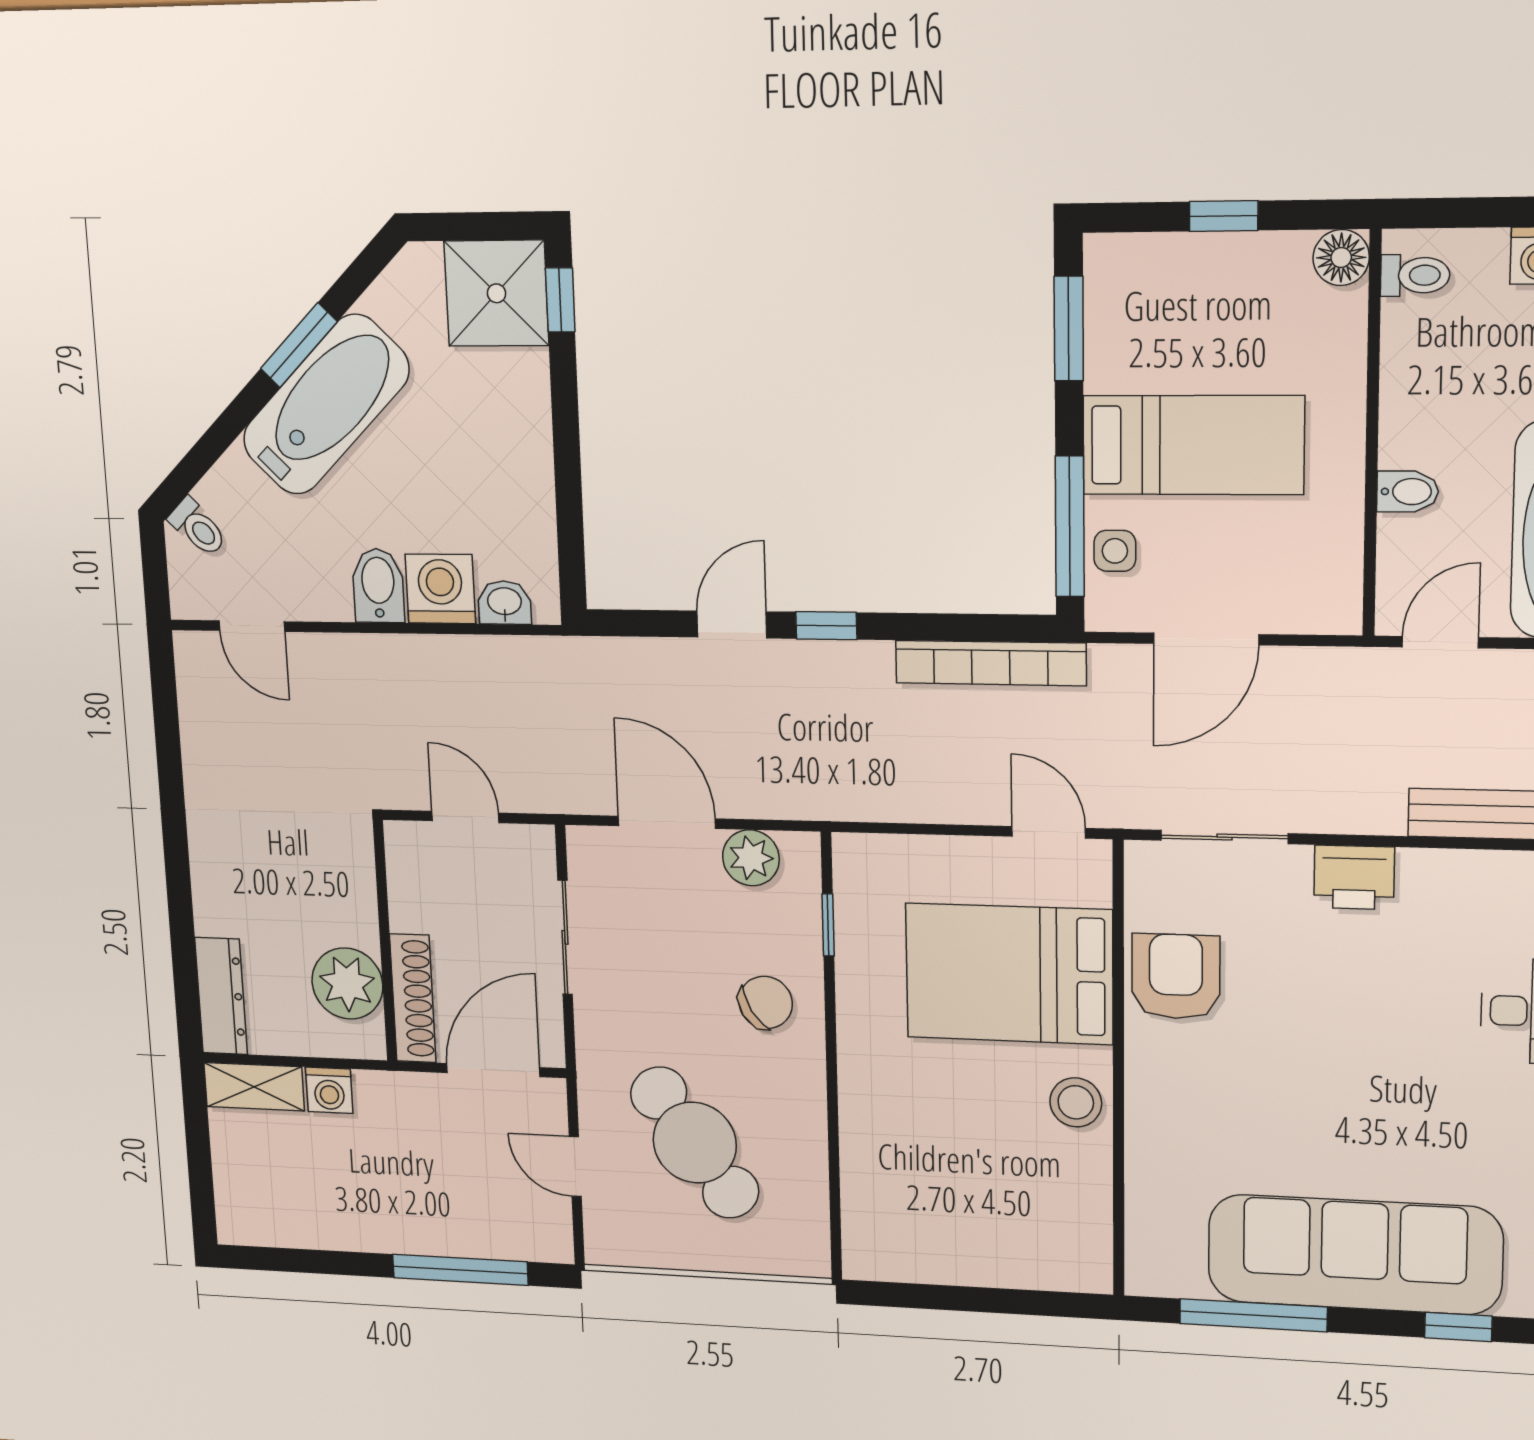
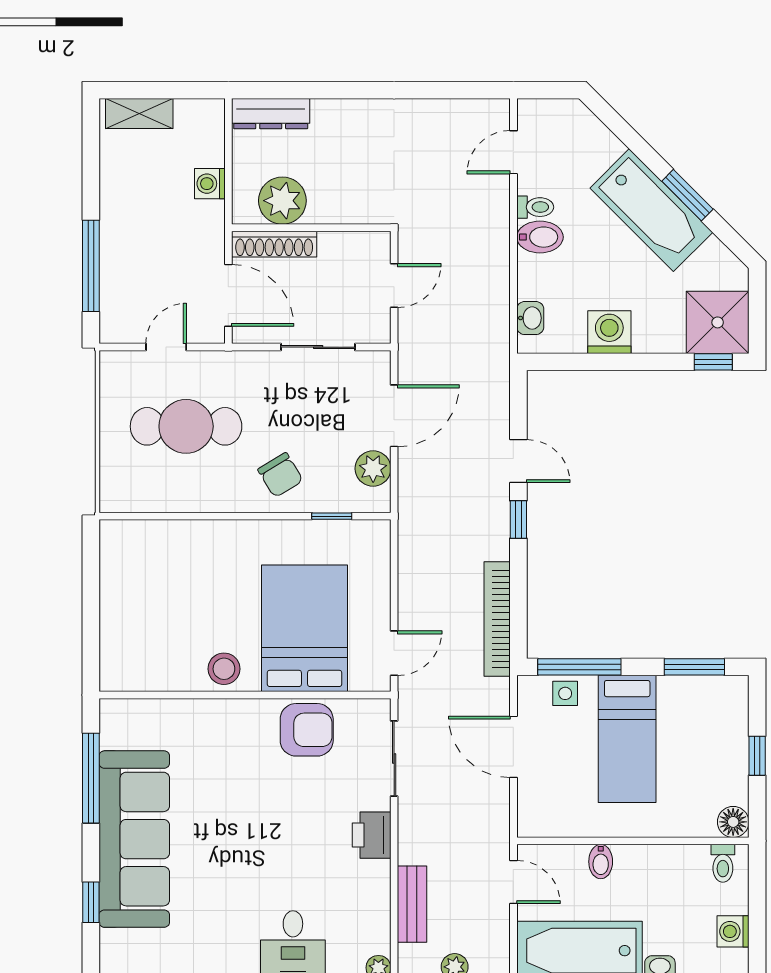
toilet: (198, 527) -> (535, 207), moved, turned -135
washing machine: (440, 589) -> (609, 332), moved, turned -90
shelving: (254, 1087) -> (139, 114), moved, turned 90
cafe table: (695, 1143) -> (186, 426), turned 35

